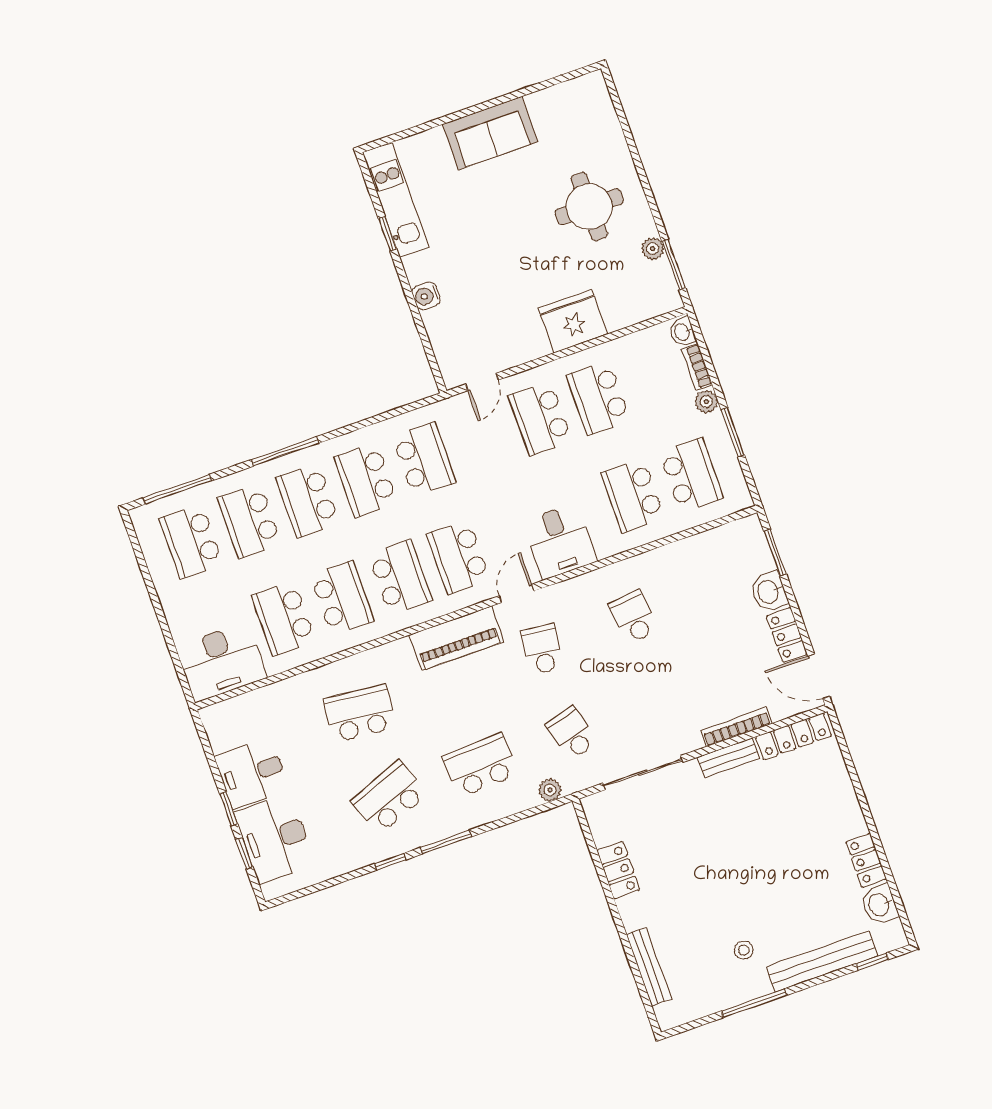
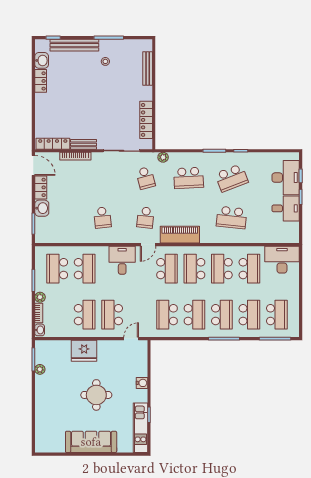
sofa: (490, 133) -> (91, 442), width x1.36
round table: (589, 207) -> (96, 395), moved
school desk: (540, 418) -> (112, 315), turned 180
locker: (618, 870) -> (146, 120), width x1.53

